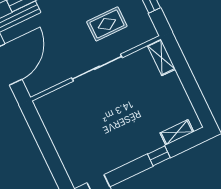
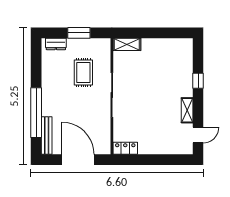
locker: (45, 111) -> (125, 148), added
shelving: (177, 132) -> (187, 110), moved

